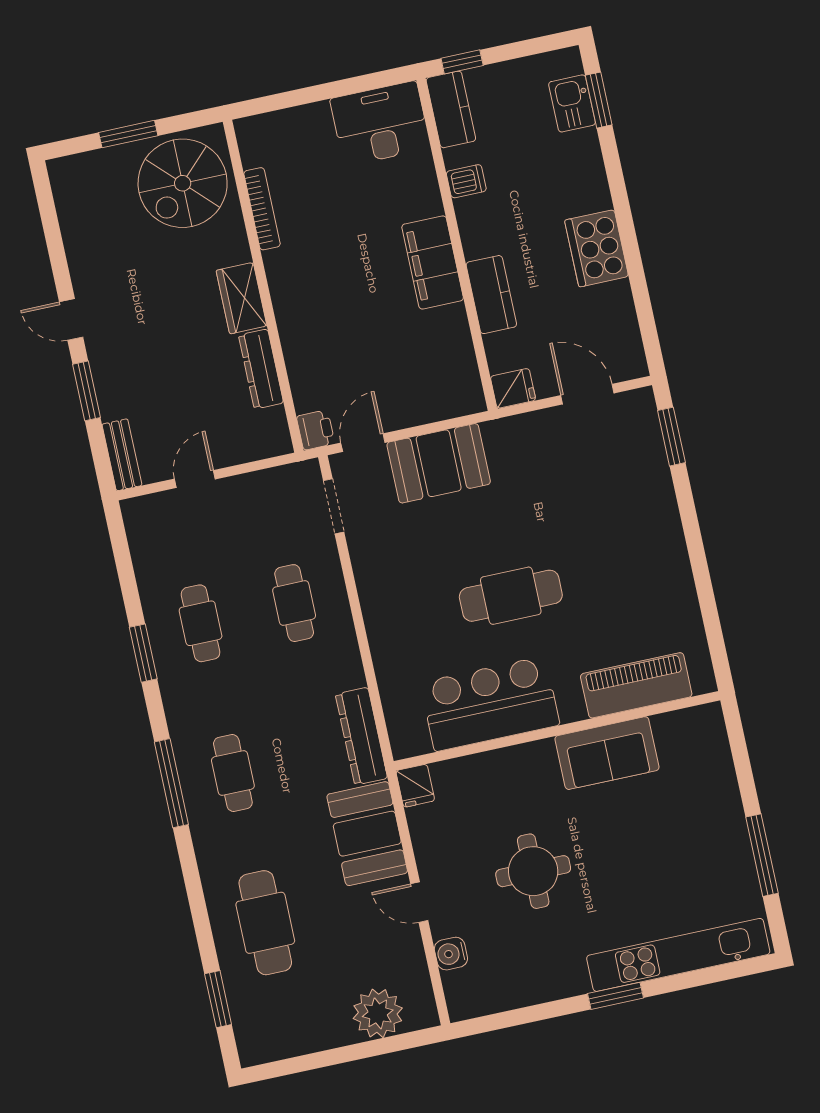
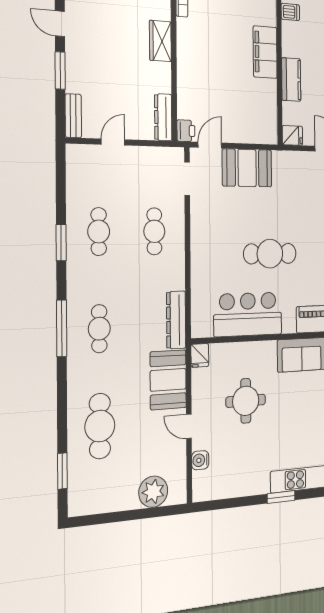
dresser: (261, 369) -> (163, 117), moved
round table: (533, 871) -> (246, 401), moved

